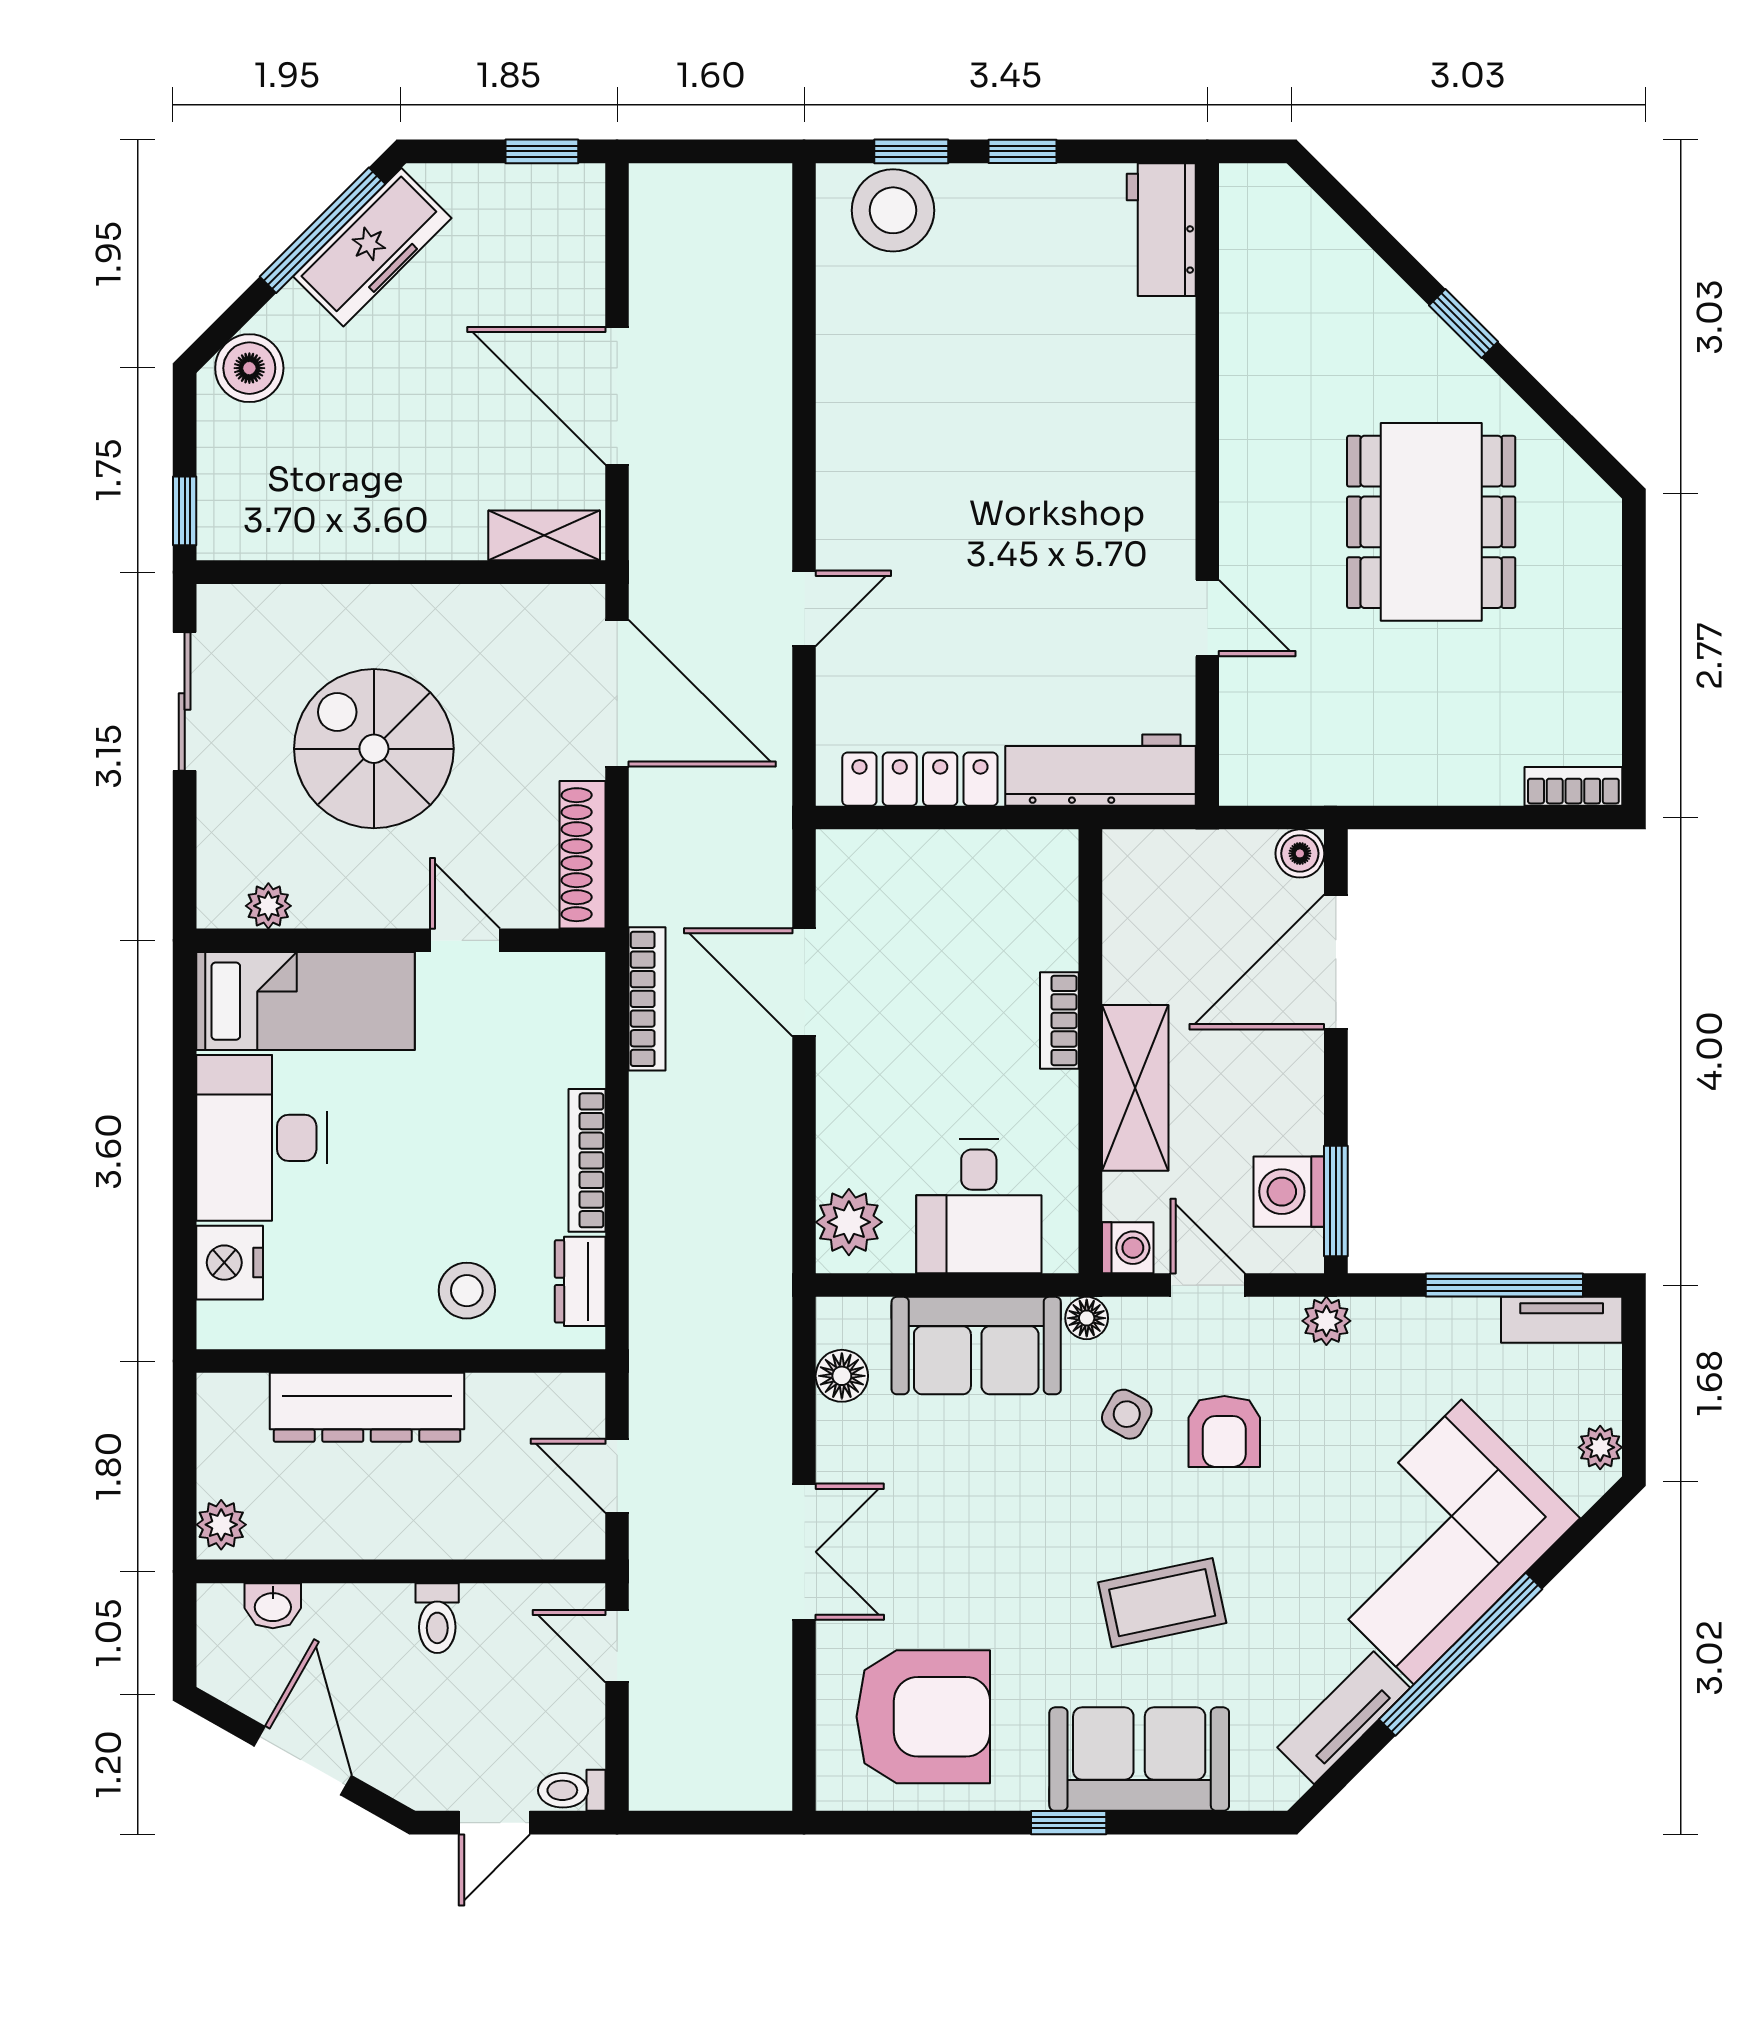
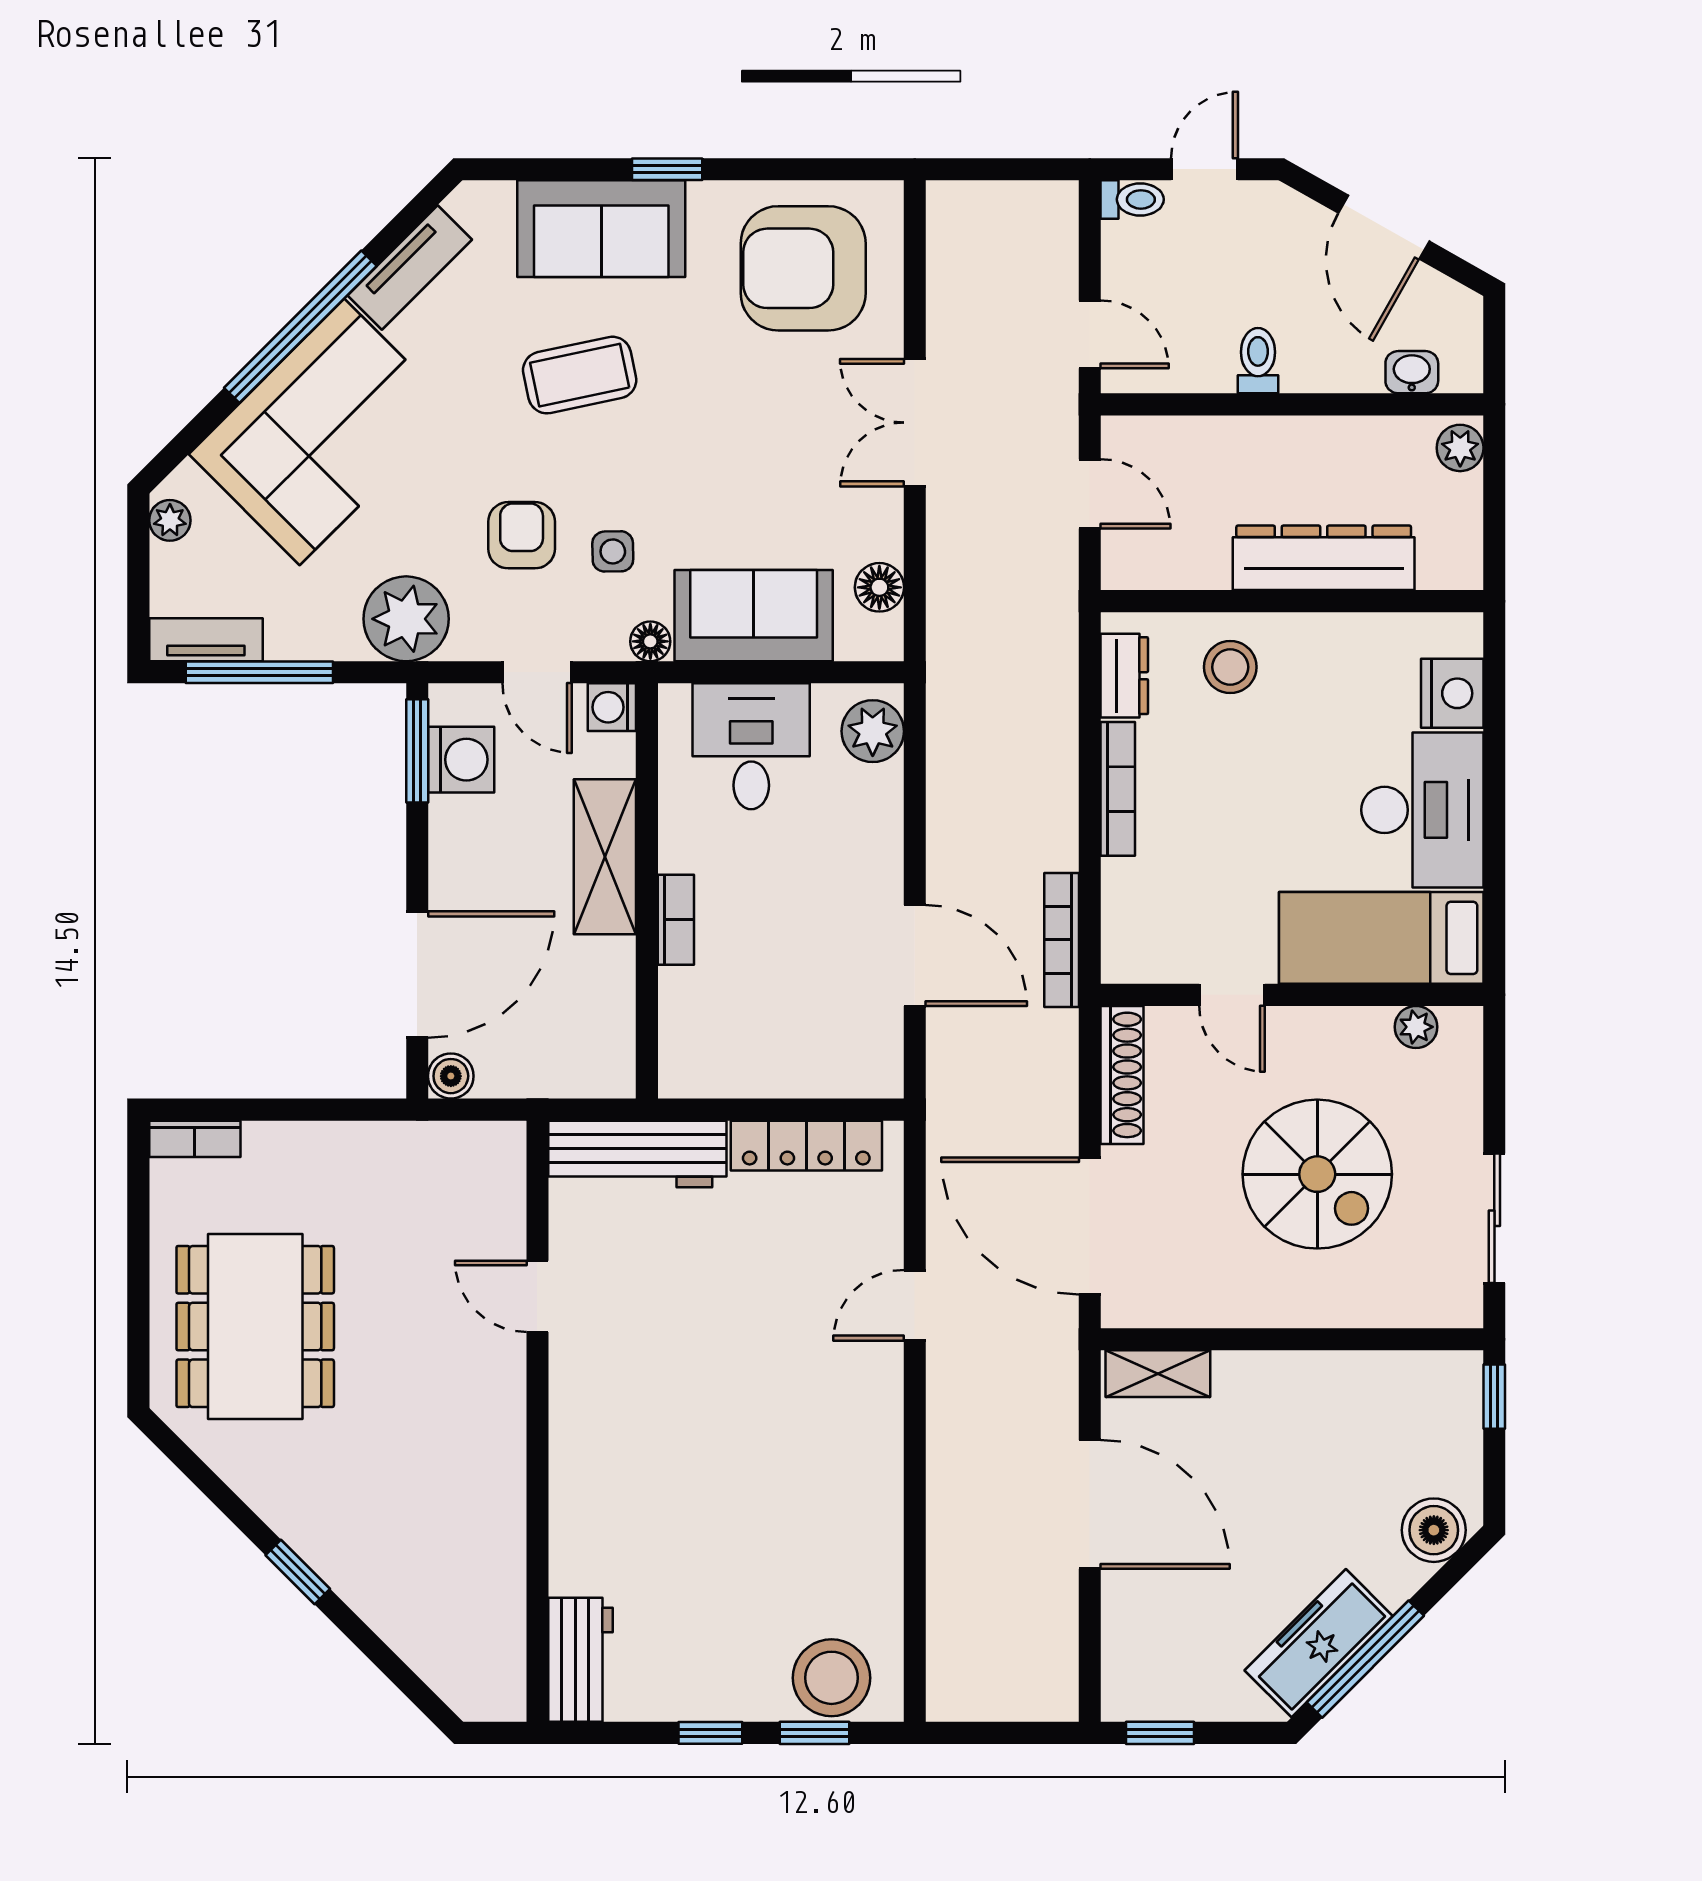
dining table: (1431, 522) -> (255, 1327), moved
plant: (1326, 1321) -> (406, 619), width x1.87, depth x1.87
side table: (1127, 1414) -> (613, 551), turned -30

